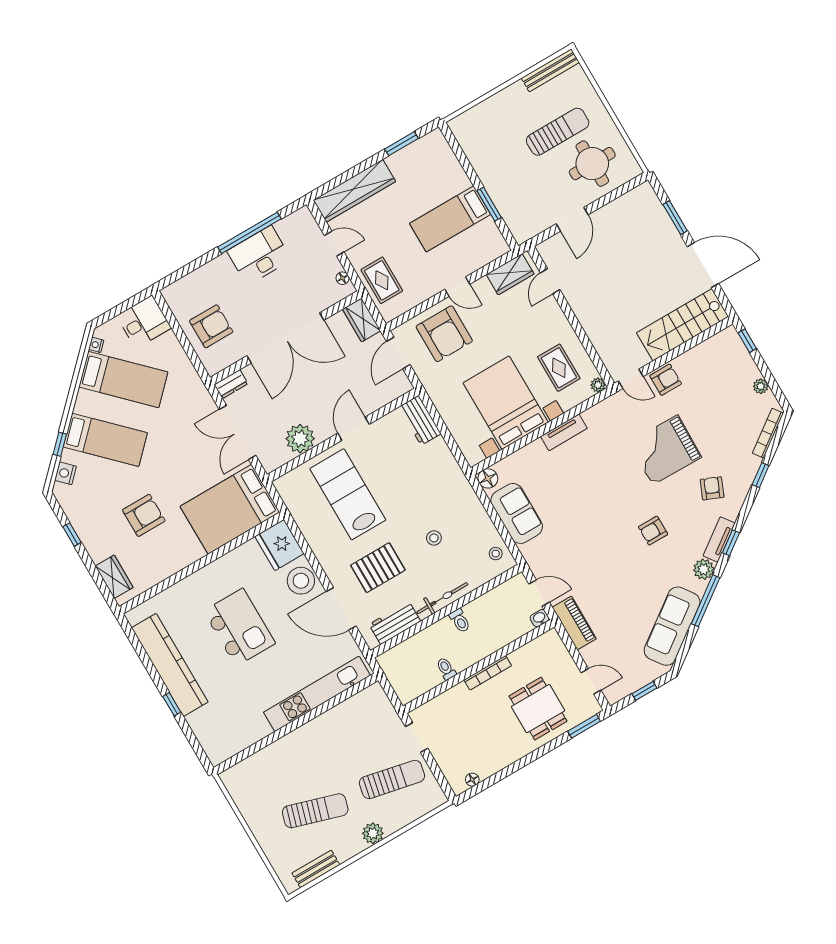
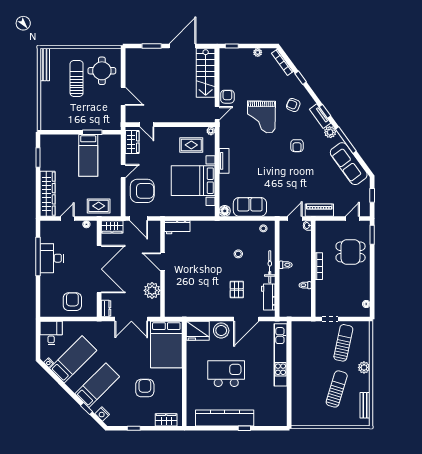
lab bench: (348, 494) -> (193, 283), removed
pallet: (378, 568) -> (237, 289), width x0.67, depth x0.71

